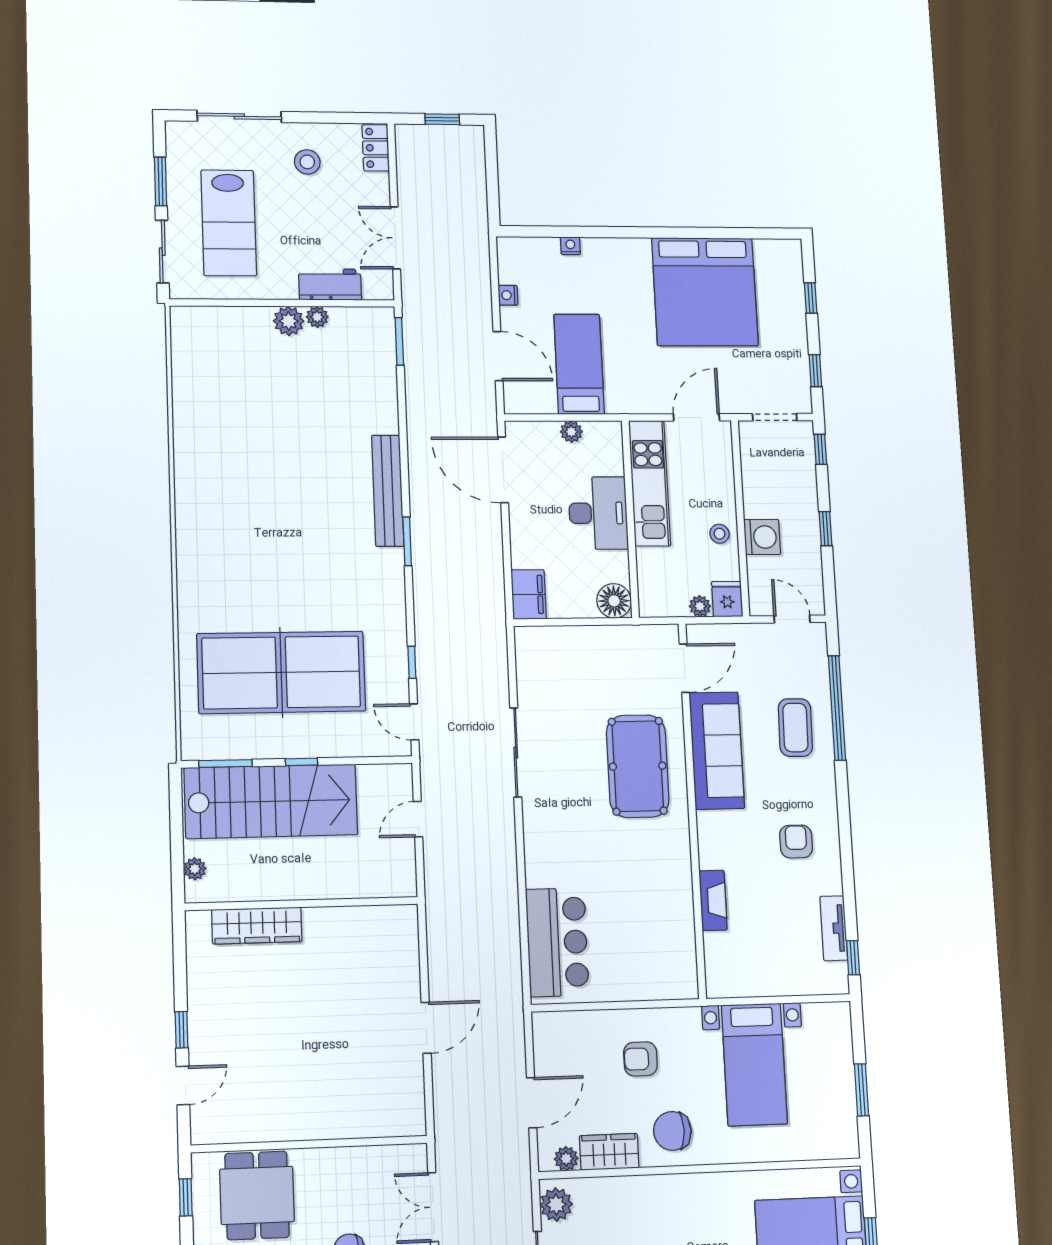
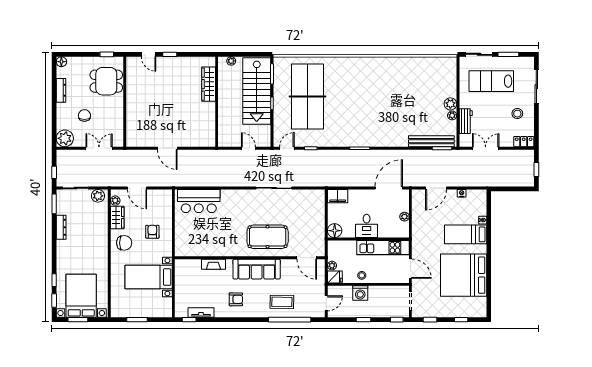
bed: (579, 364) -> (466, 234), moved, turned 180
bench: (388, 491) -> (431, 141), moved
desk: (598, 513) -> (367, 226), width x0.73
sofa: (717, 751) -> (257, 269), moved
chair: (672, 1131) -> (124, 243), turned 90

